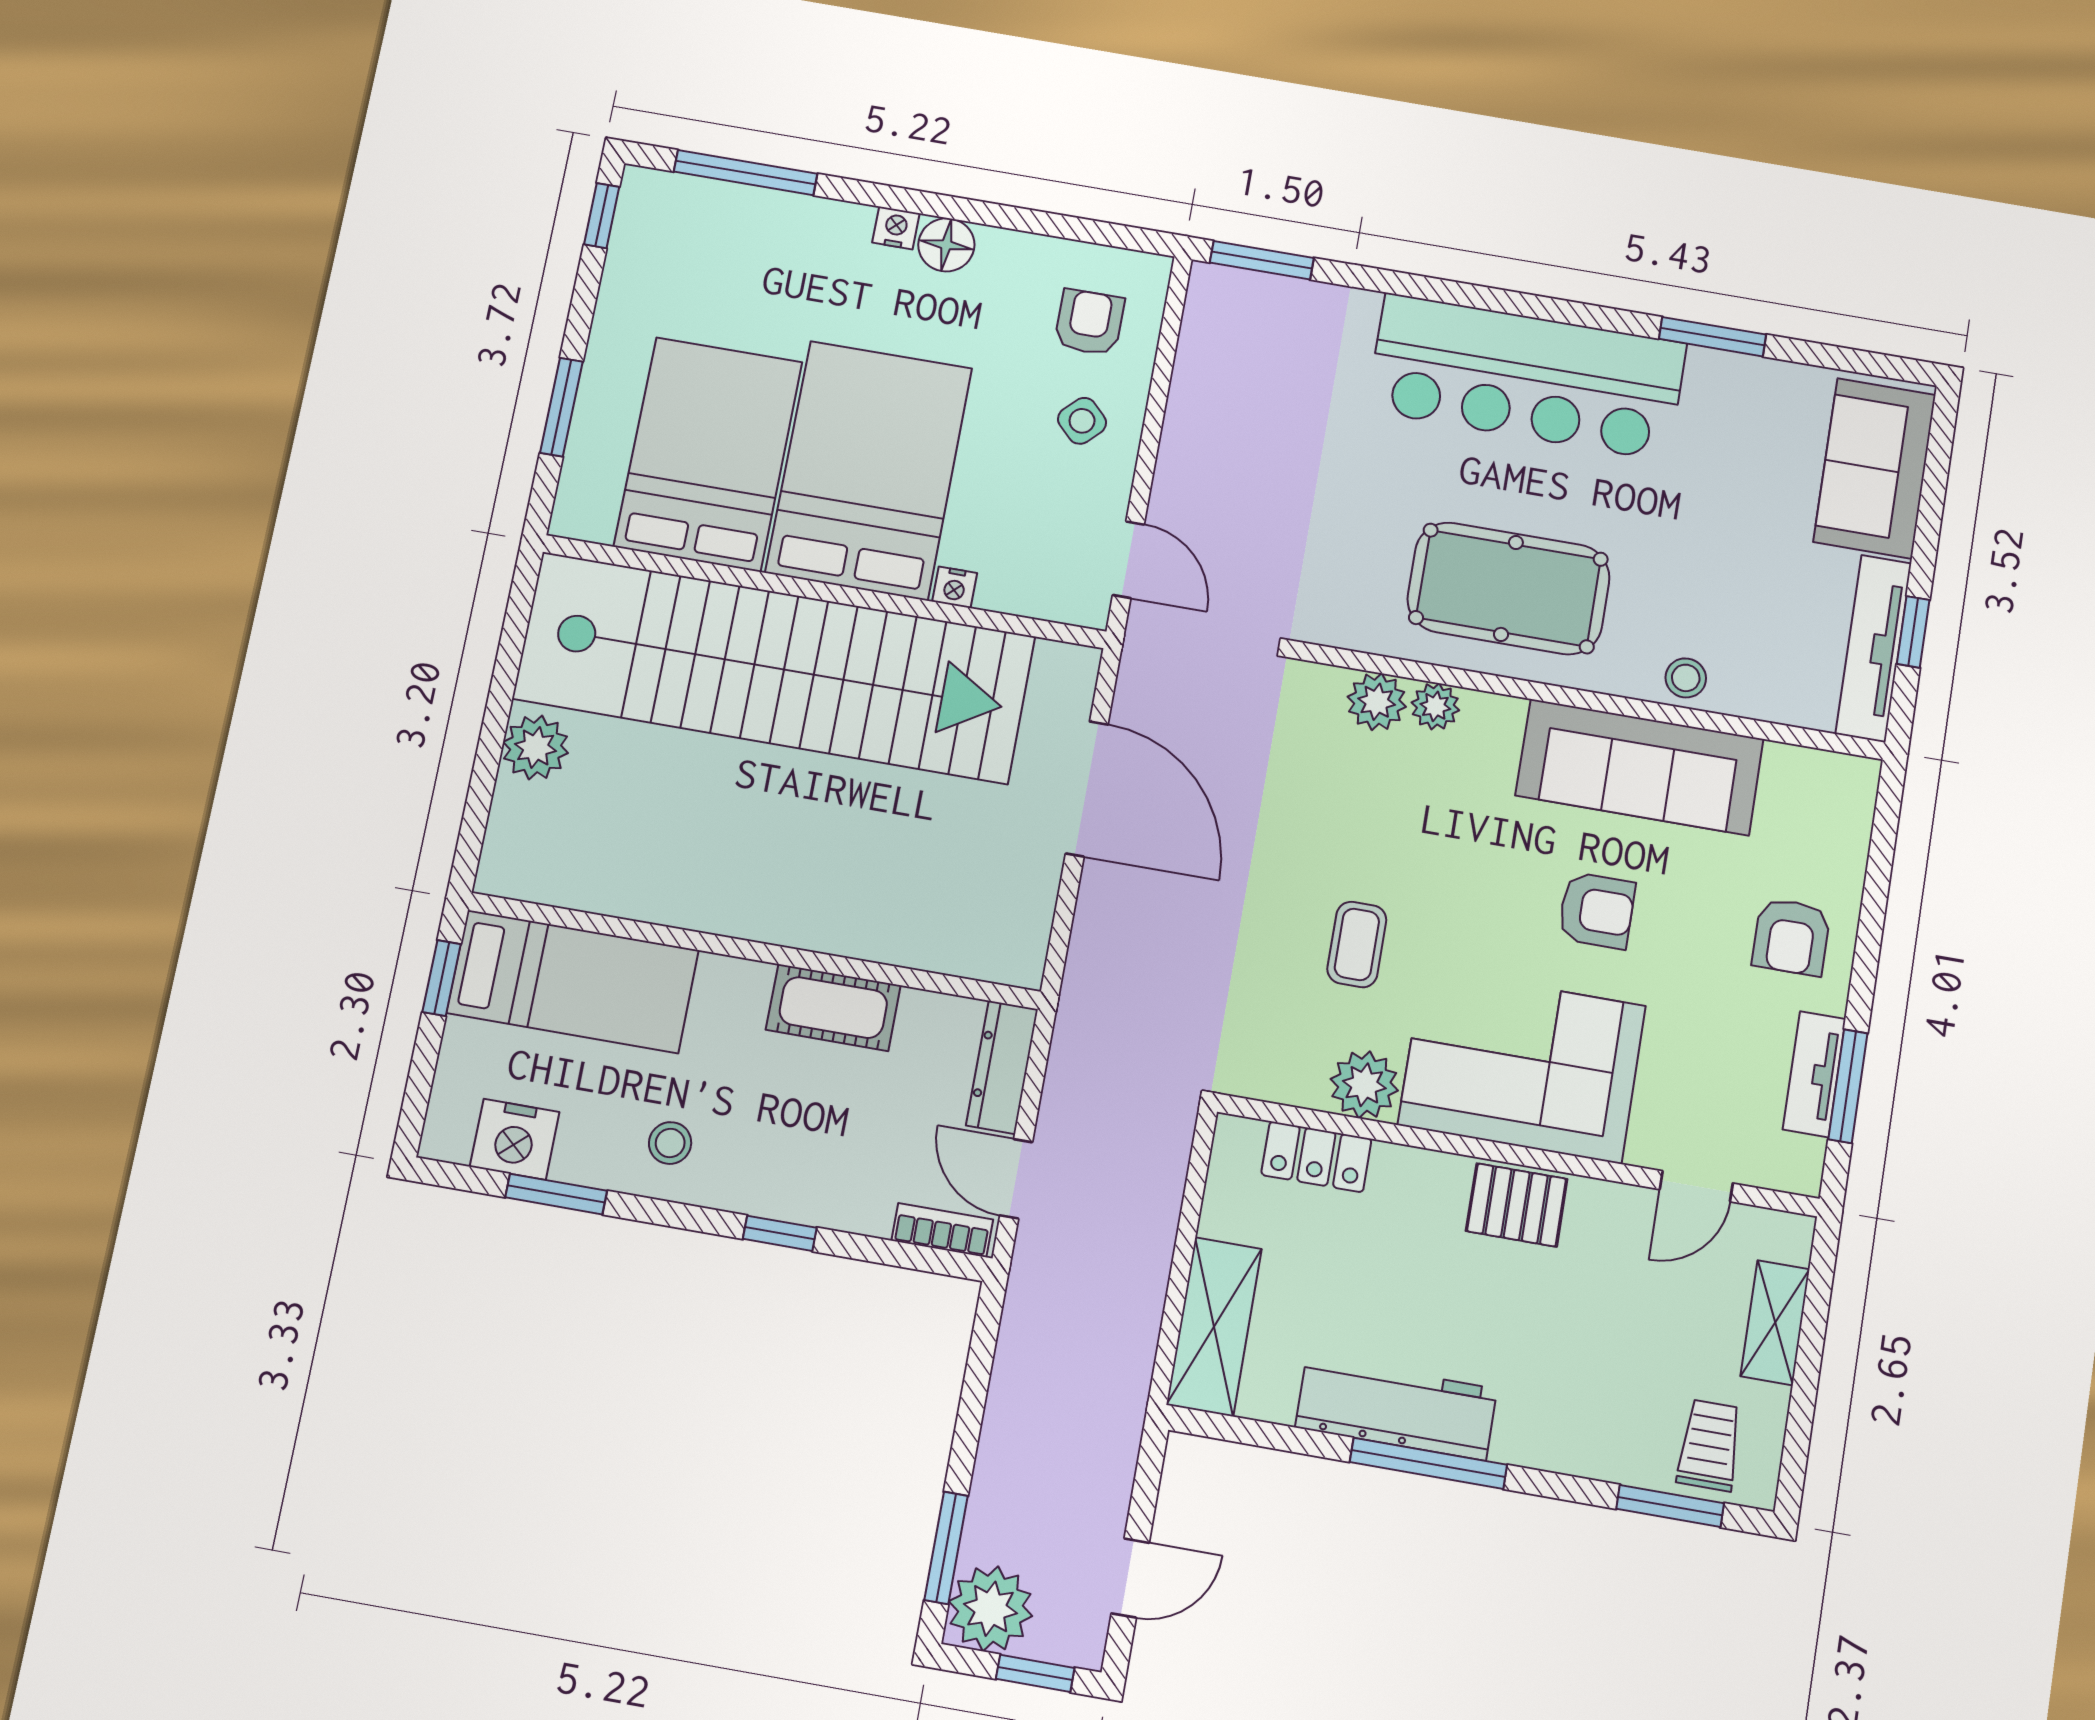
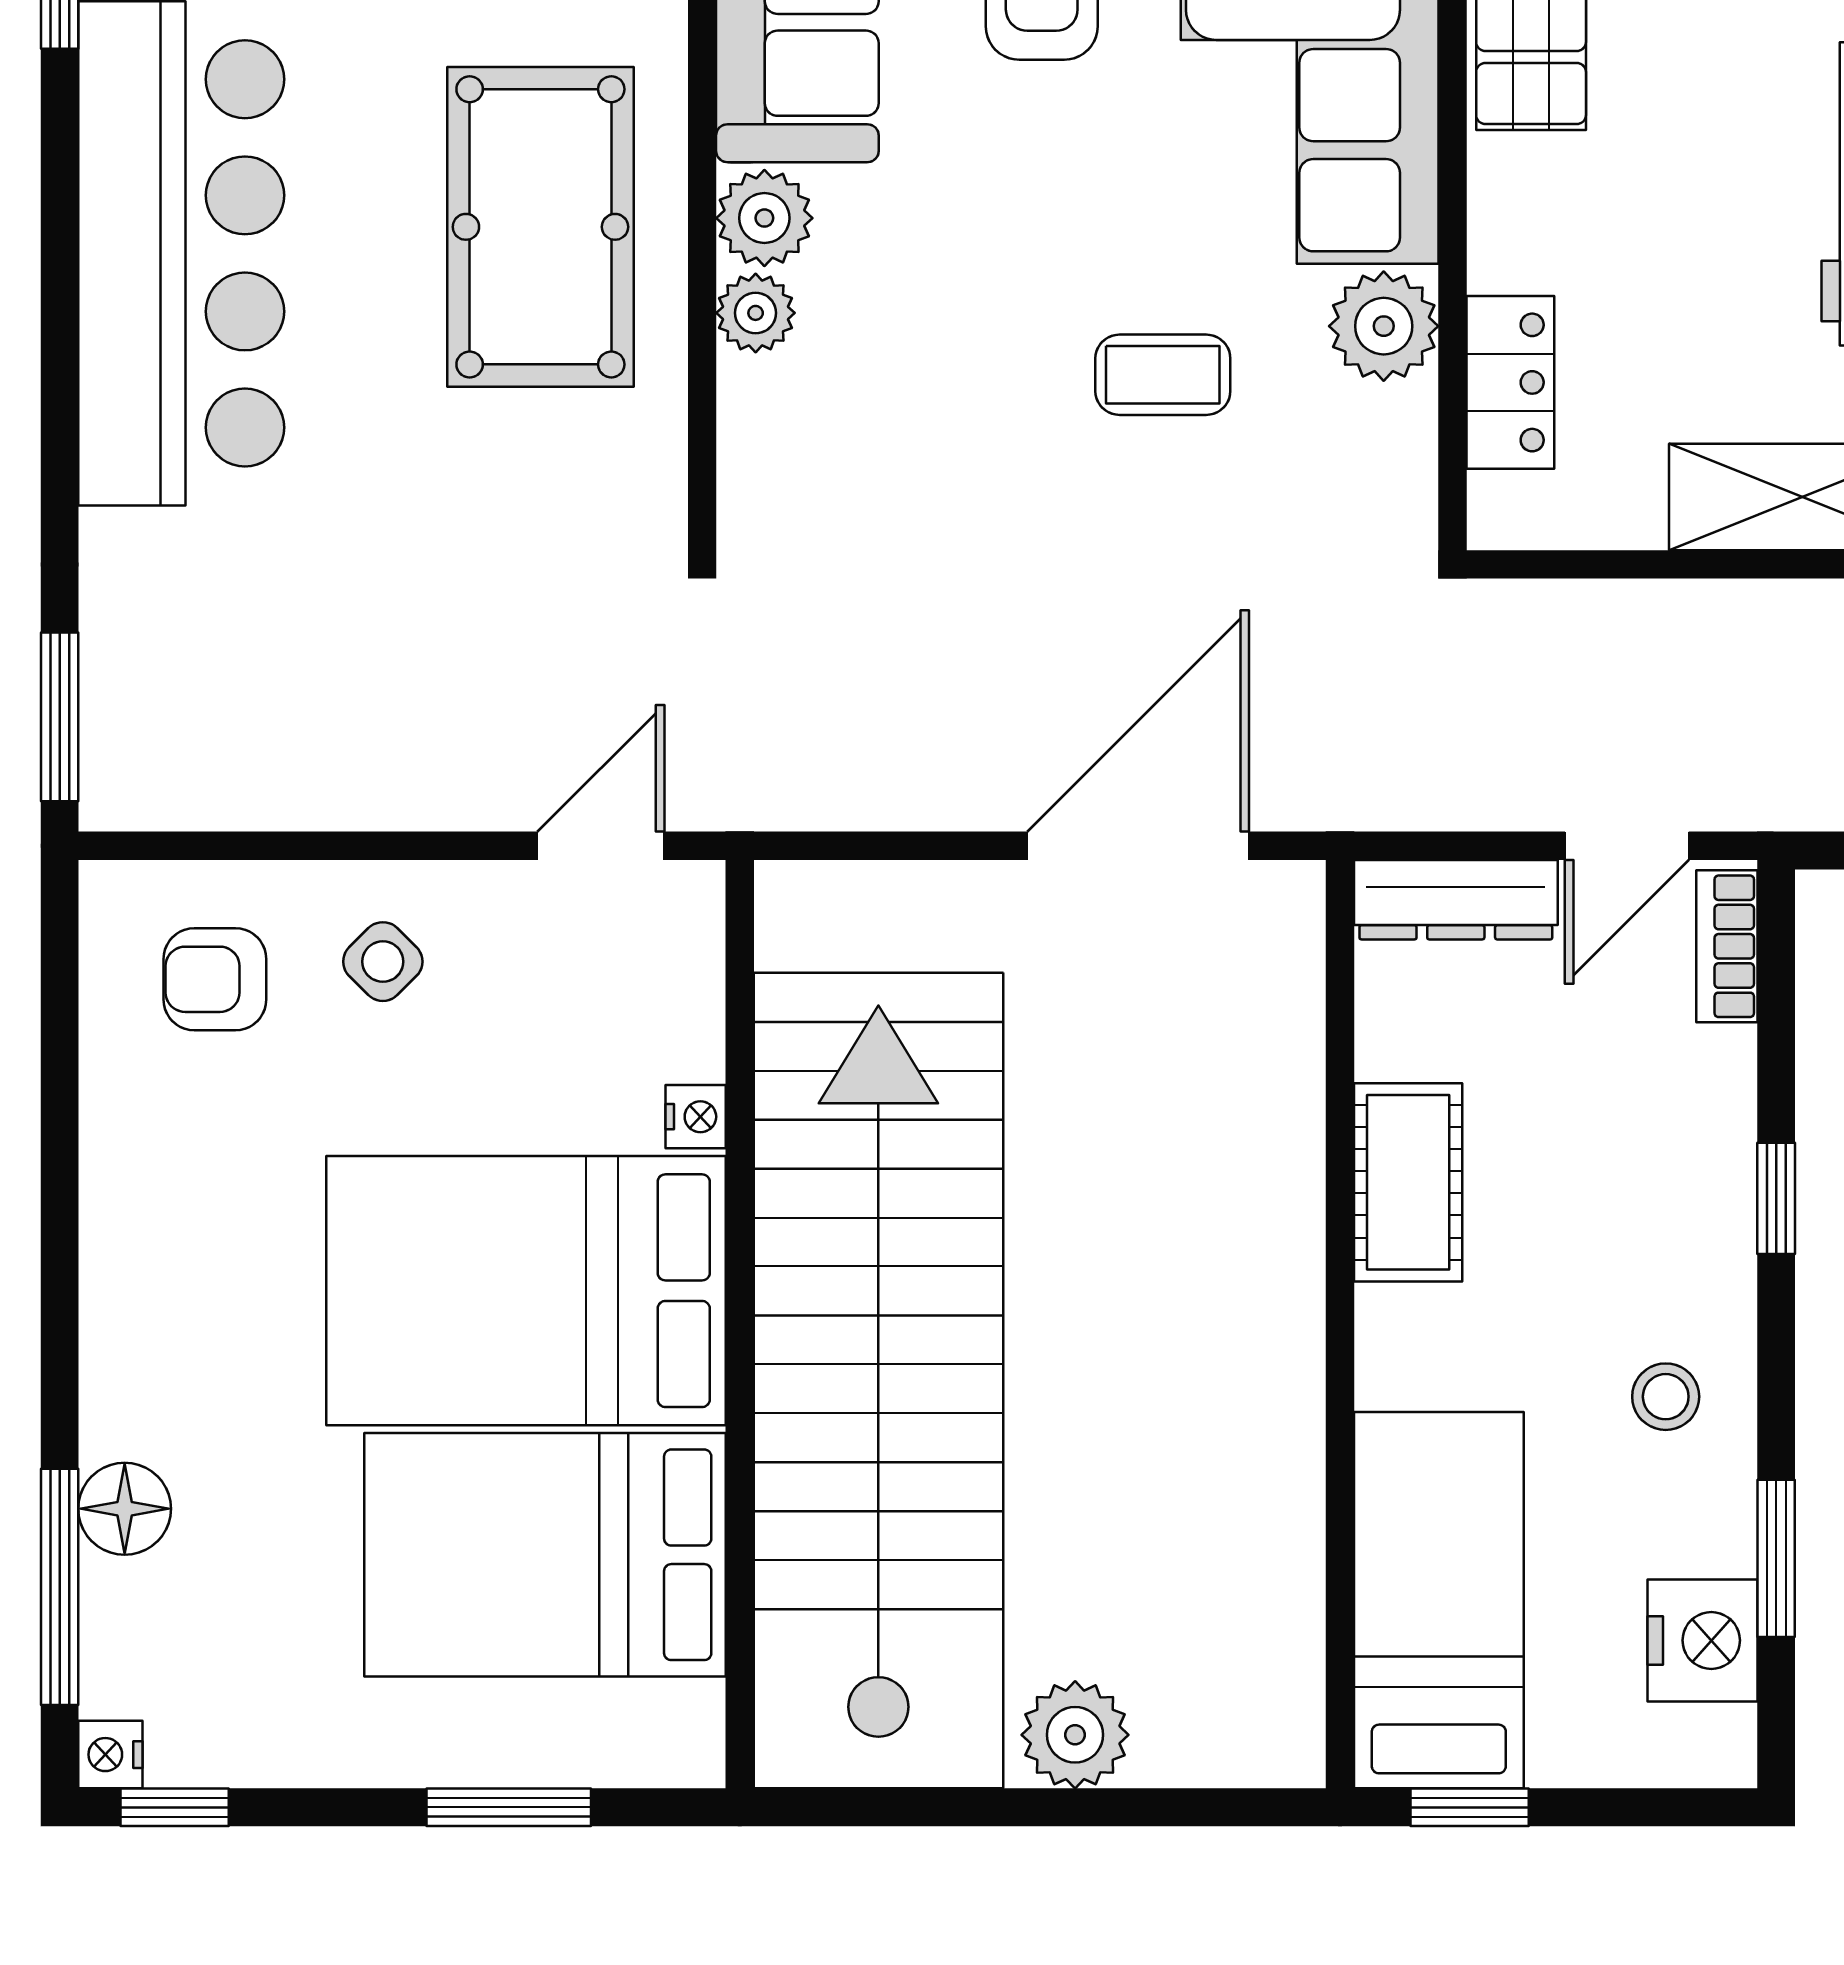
nightstand: (896, 228) -> (110, 1755), moved
floor lamp: (946, 245) -> (125, 1509), moved
plant: (1377, 702) -> (764, 218), moved
door: (1087, 789) -> (1138, 846), moved

